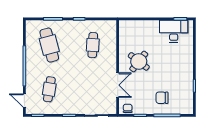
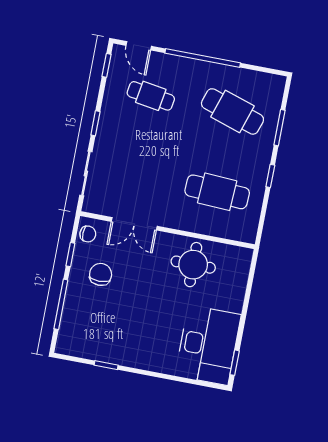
desk: (174, 31) -> (208, 345), width x1.36, depth x1.30
cafe table: (49, 45) -> (232, 111), turned 33
cafe table: (93, 45) -> (217, 192), width x1.37, depth x1.35
round table: (139, 61) -> (193, 265), moved, turned -38
chair: (162, 98) -> (101, 274), moved
door: (24, 101) -> (139, 46), swing flipped

